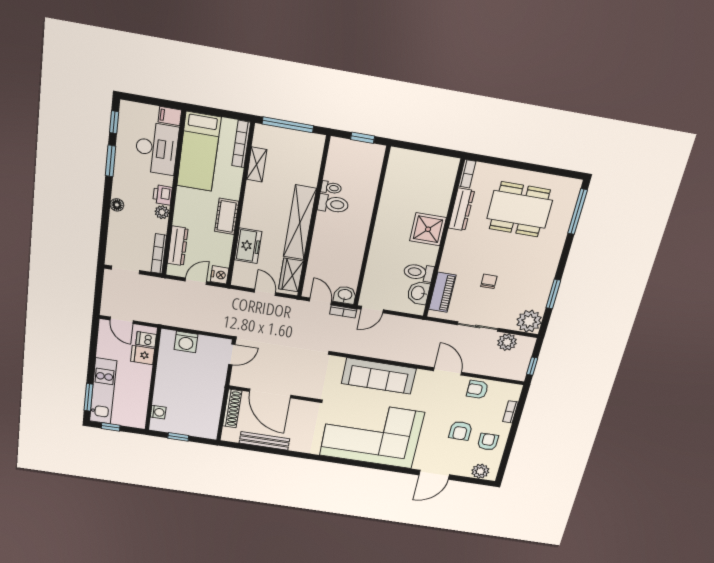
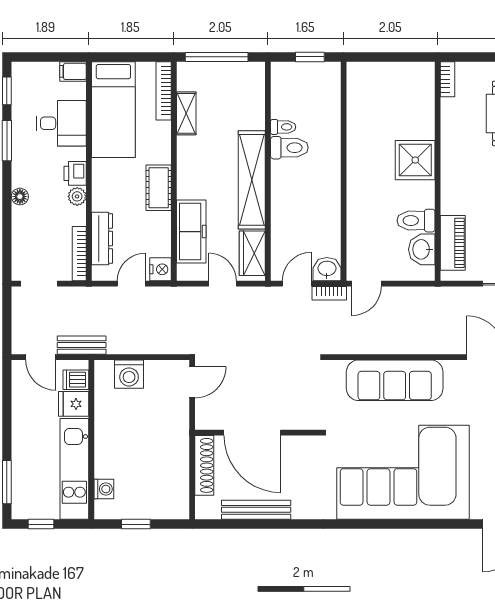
desk: (157, 148) -> (61, 123), width x0.73
dresser: (461, 209) -> (451, 126), removed
freezer: (248, 246) -> (191, 232), width x1.40
door: (320, 301) -> (297, 284), hinge flipped
bench: (153, 317) -> (82, 345), added
kitchen unit: (103, 391) -> (74, 469), moved, turned 180

